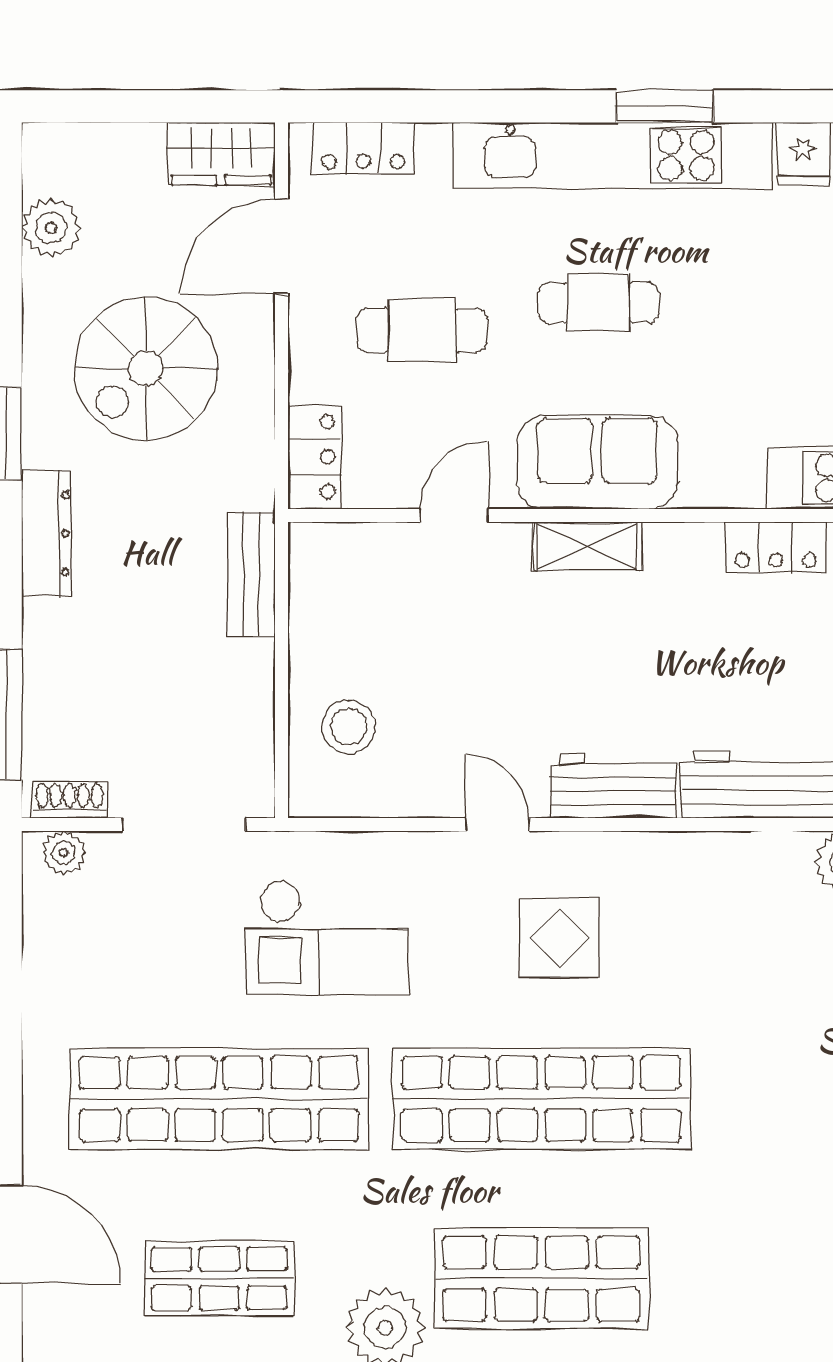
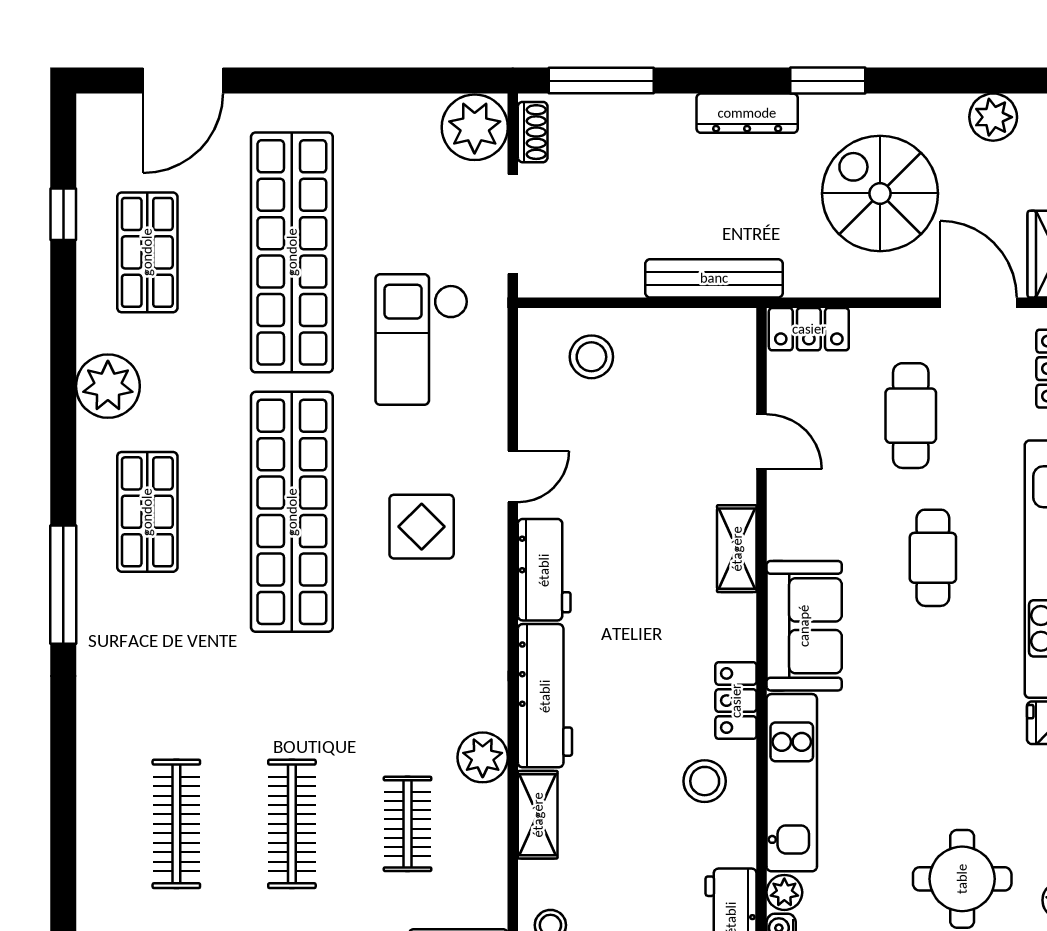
sofa: (597, 463) -> (804, 626), moved
bench: (251, 575) -> (714, 278), width x1.36
plant: (64, 853) -> (475, 127), width x1.88, depth x1.88
shop shelf: (541, 1279) -> (147, 512), width x0.70, depth x0.74

